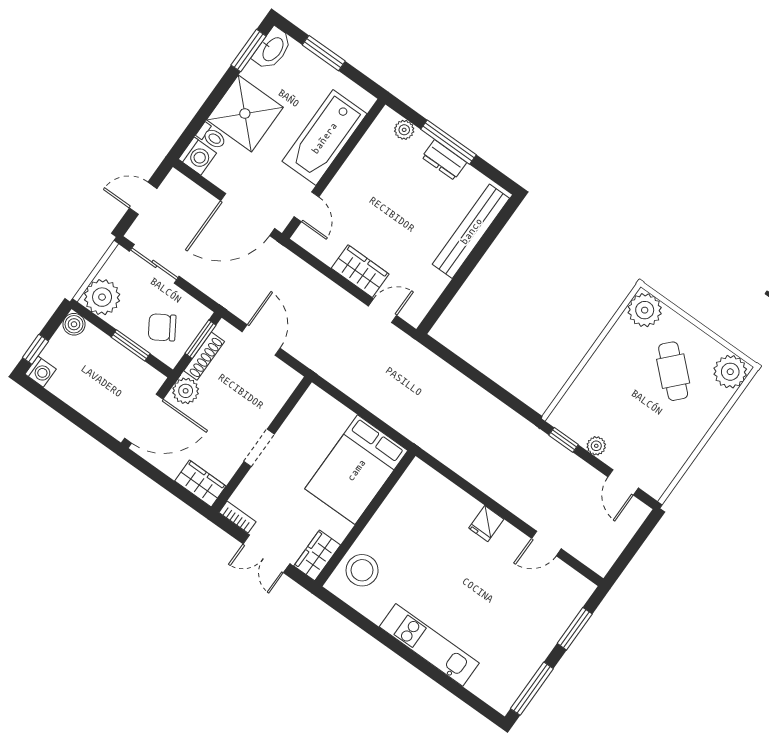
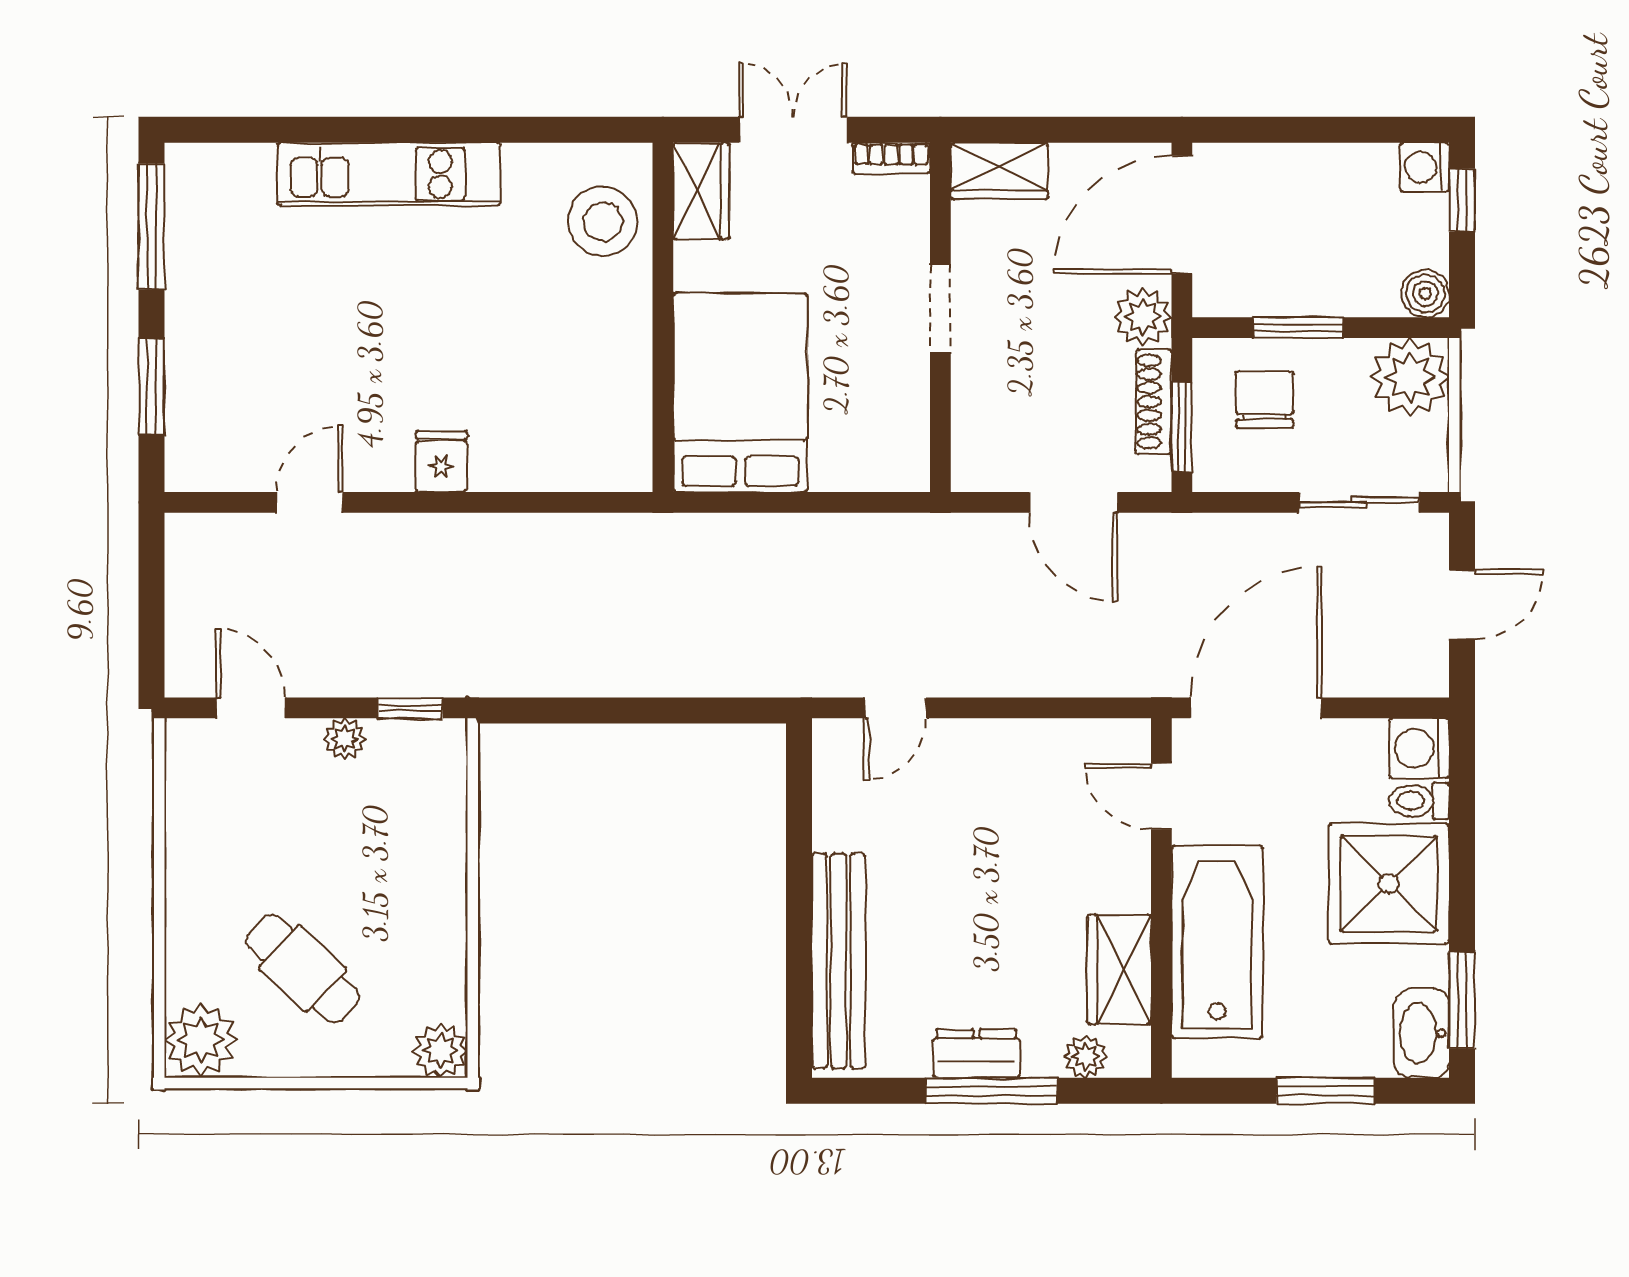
wardrobe: (360, 271) -> (1119, 970), moved, turned 90
plant: (645, 310) -> (440, 1051), width x0.73, depth x0.73
chair: (162, 327) -> (1265, 400), turned -58

